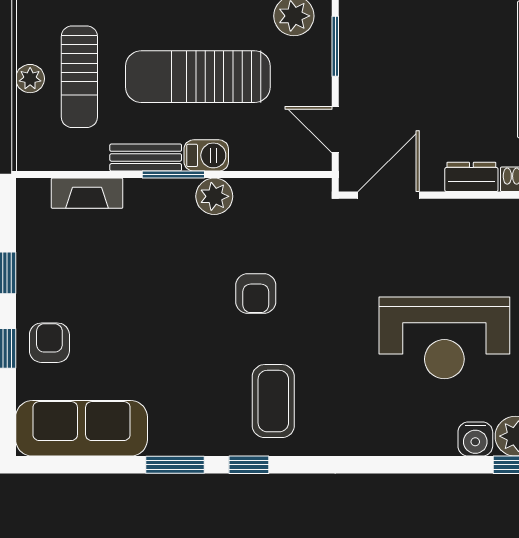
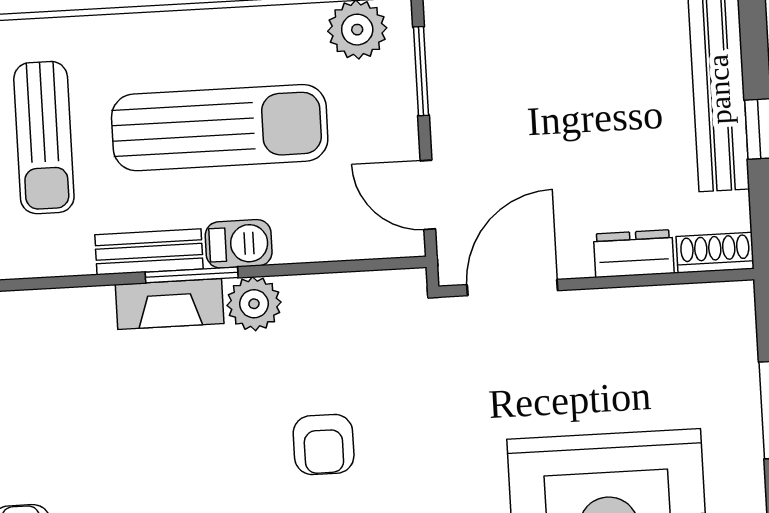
sun lounger: (198, 77) -> (220, 128), turned 180
fireplace: (87, 193) -> (170, 304), moved

